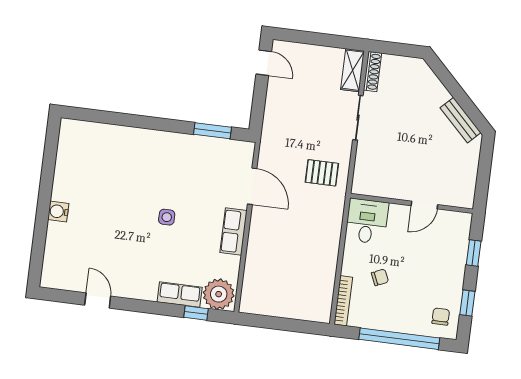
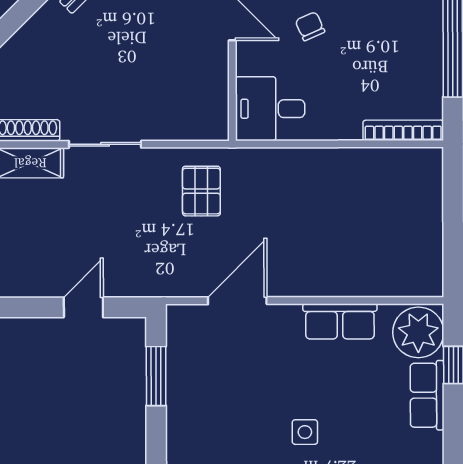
door: (264, 63) -> (83, 307), moved
row of seats: (233, 231) -> (340, 321), moved
chair: (380, 277) -> (310, 26), moved

